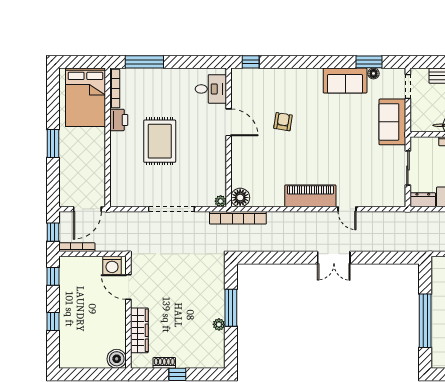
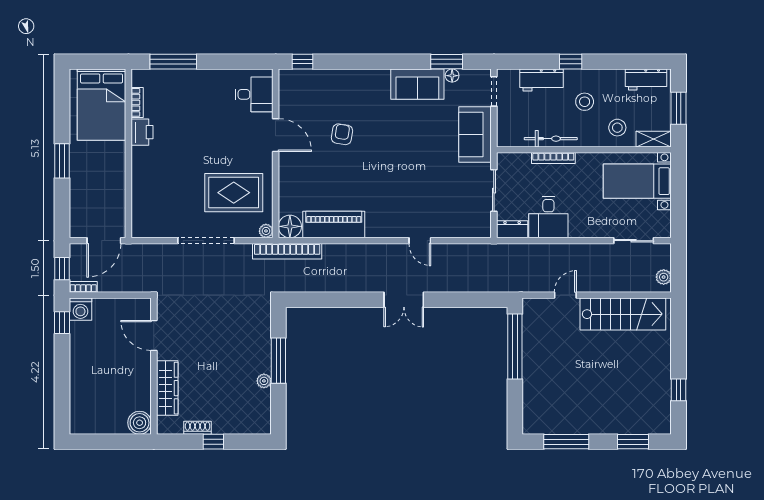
bookcase: (115, 89) -> (137, 102), width x0.64
rug: (160, 141) -> (234, 193), moved, turned 90
piano: (310, 196) -> (334, 224), moved
bookcase: (77, 247) -> (83, 287), width x0.64
washing machine: (112, 265) -> (80, 309), moved
window: (425, 321) -> (515, 347), moved
window: (53, 322) -> (62, 377), removed

